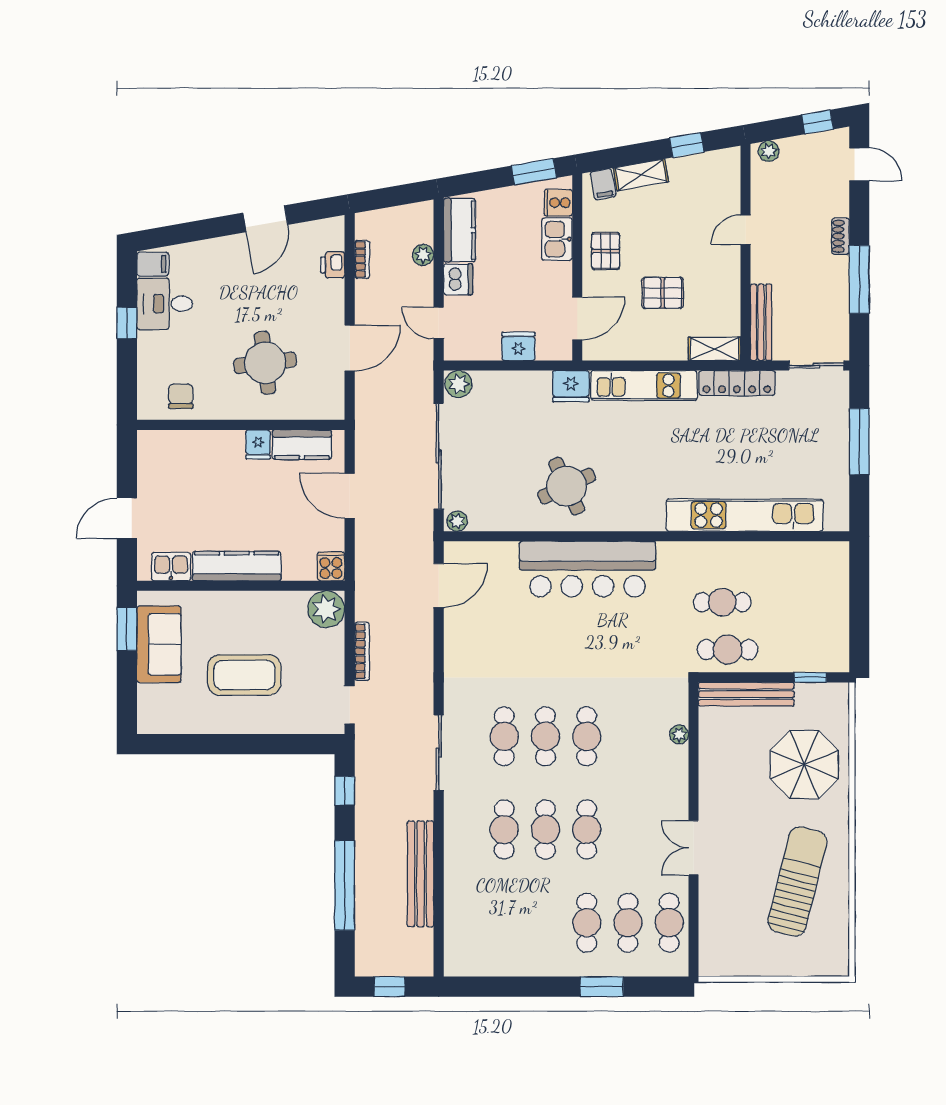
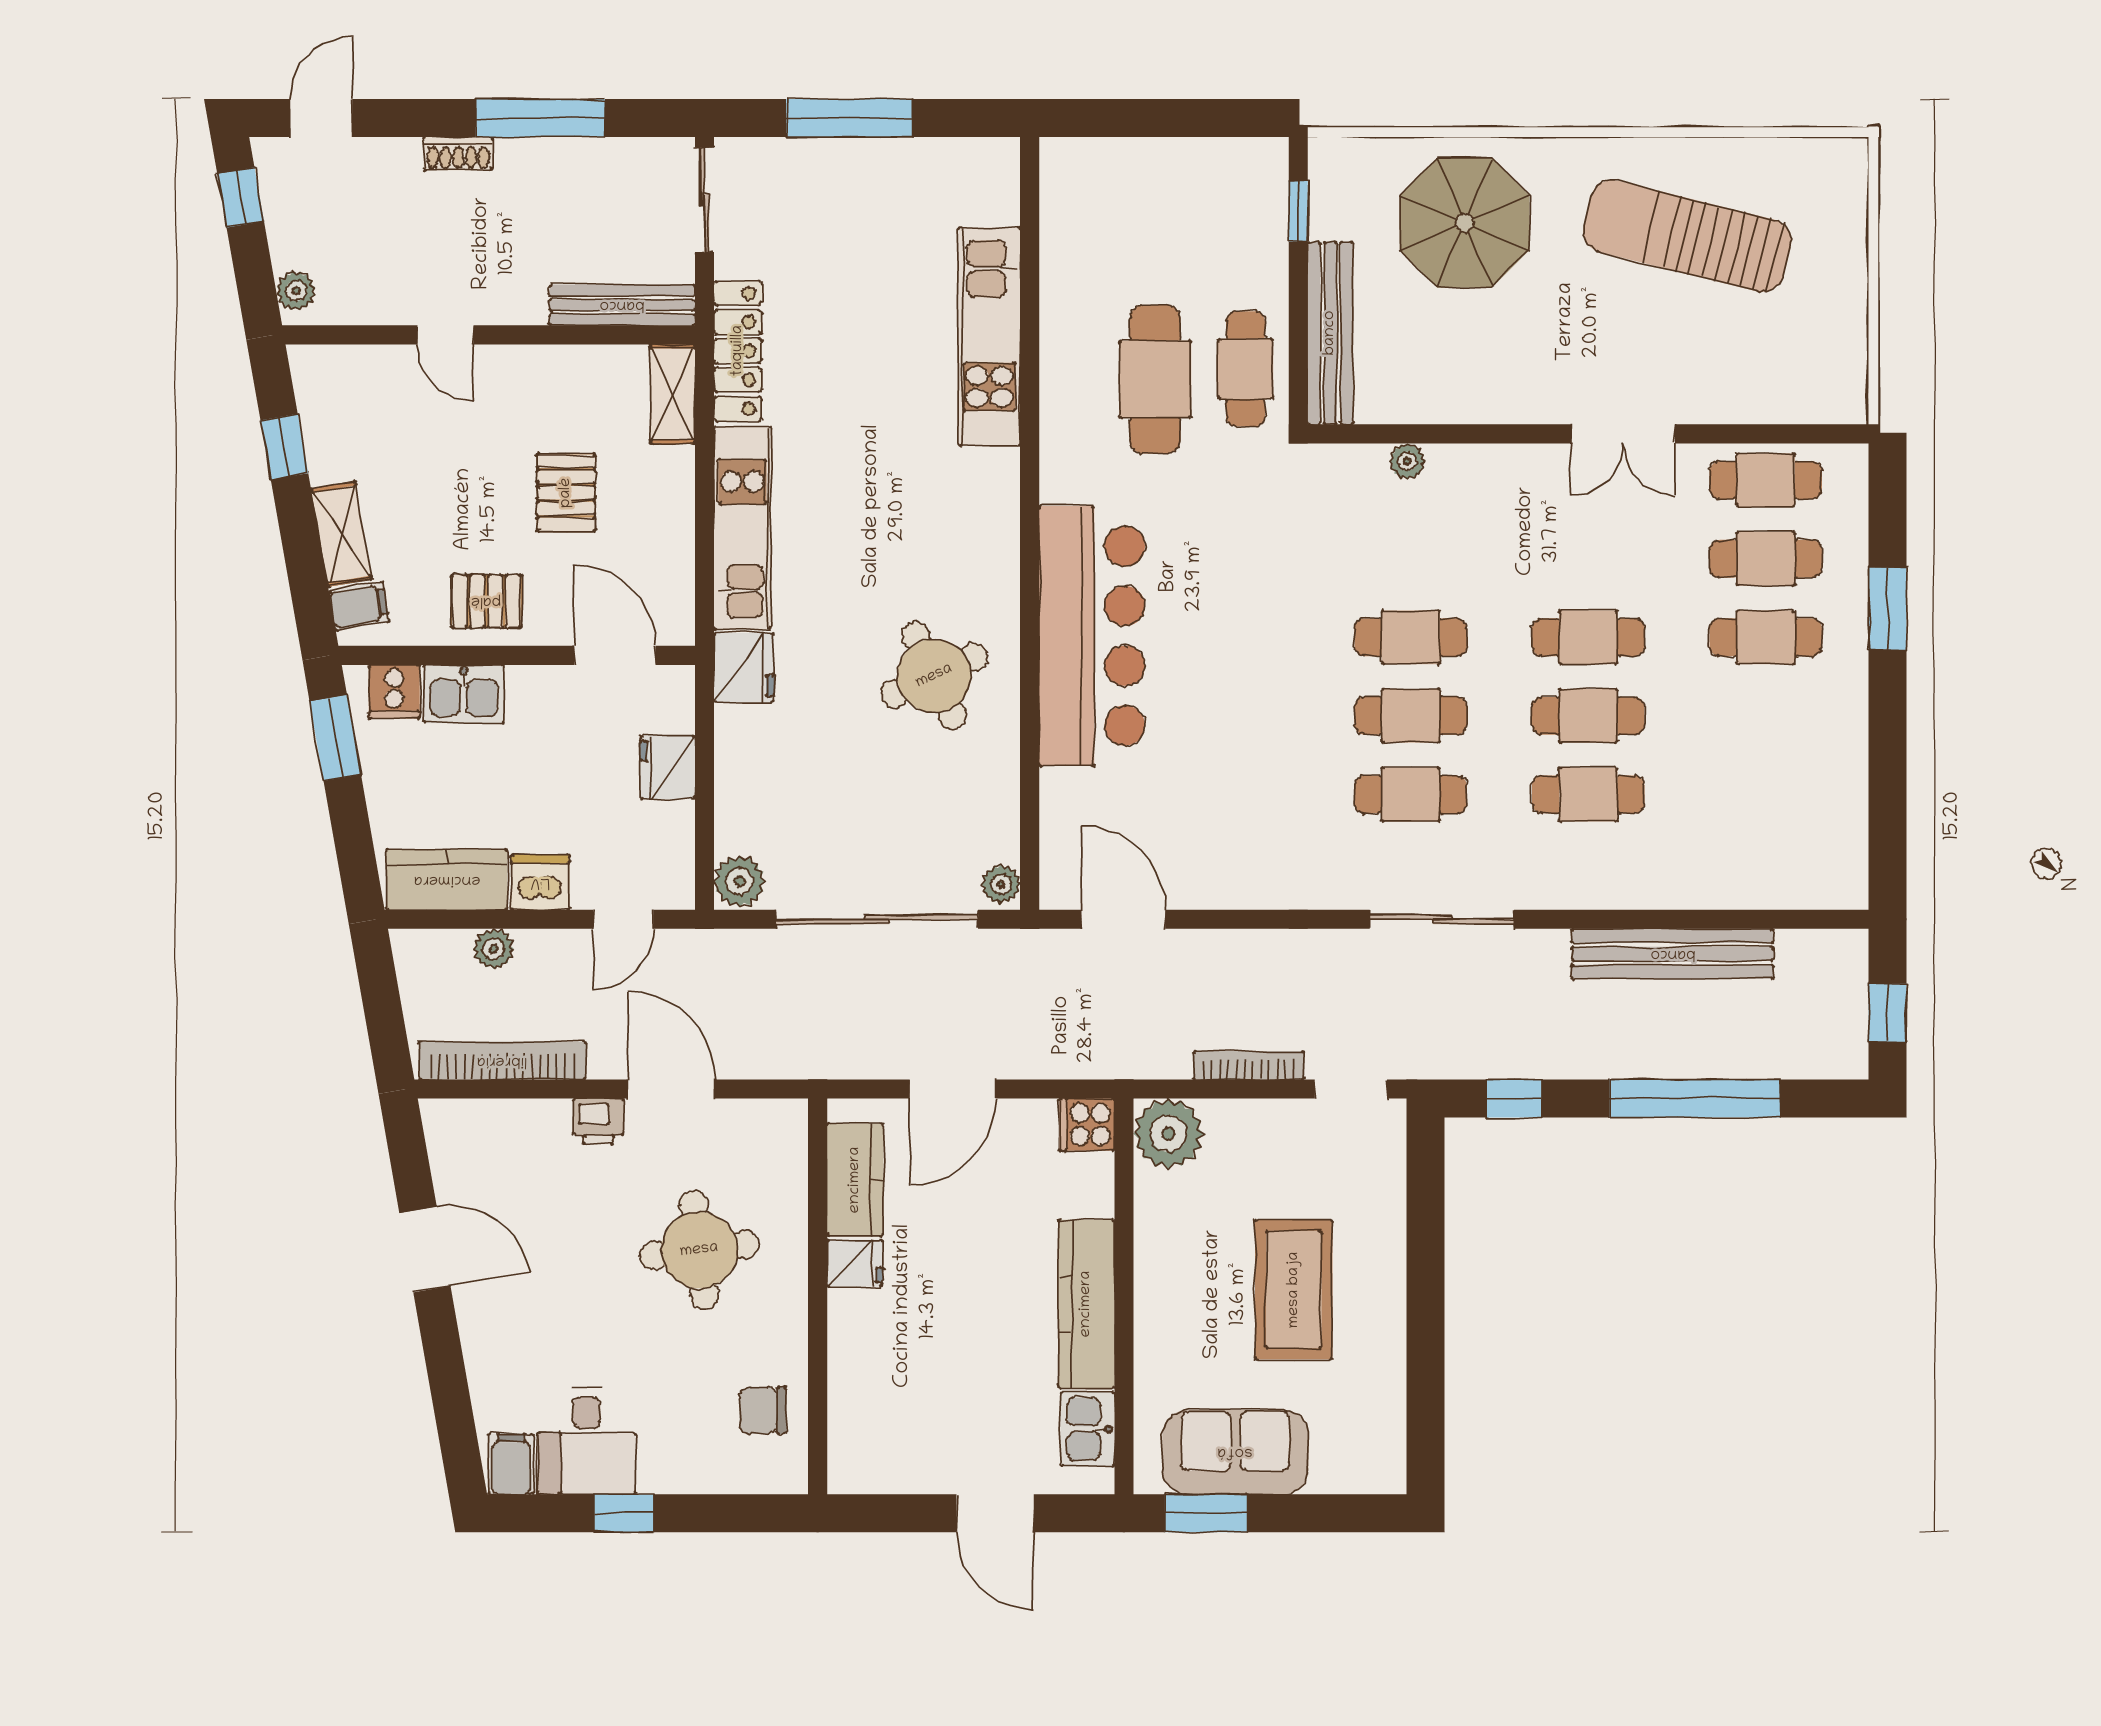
bookcase: (362, 260) -> (502, 1061), width x2.31, depth x1.31
printer: (333, 265) -> (599, 1121), moved
kitchen unit: (745, 515) -> (989, 337), width x0.73
cafe table: (722, 602) -> (1155, 379), width x1.37, depth x1.35

